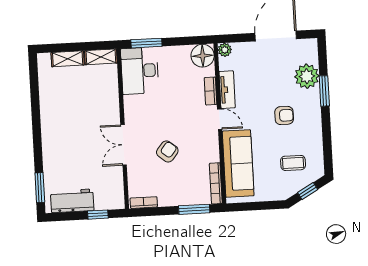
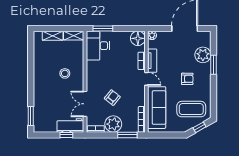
stool: (90, 117) -> (65, 73), added
double door: (124, 145) -> (85, 104), moved
coffee table: (293, 163) -> (191, 109), width x1.86, depth x1.72
plant: (171, 193) -> (113, 124), added
workbench: (72, 201) -> (70, 125), moved

